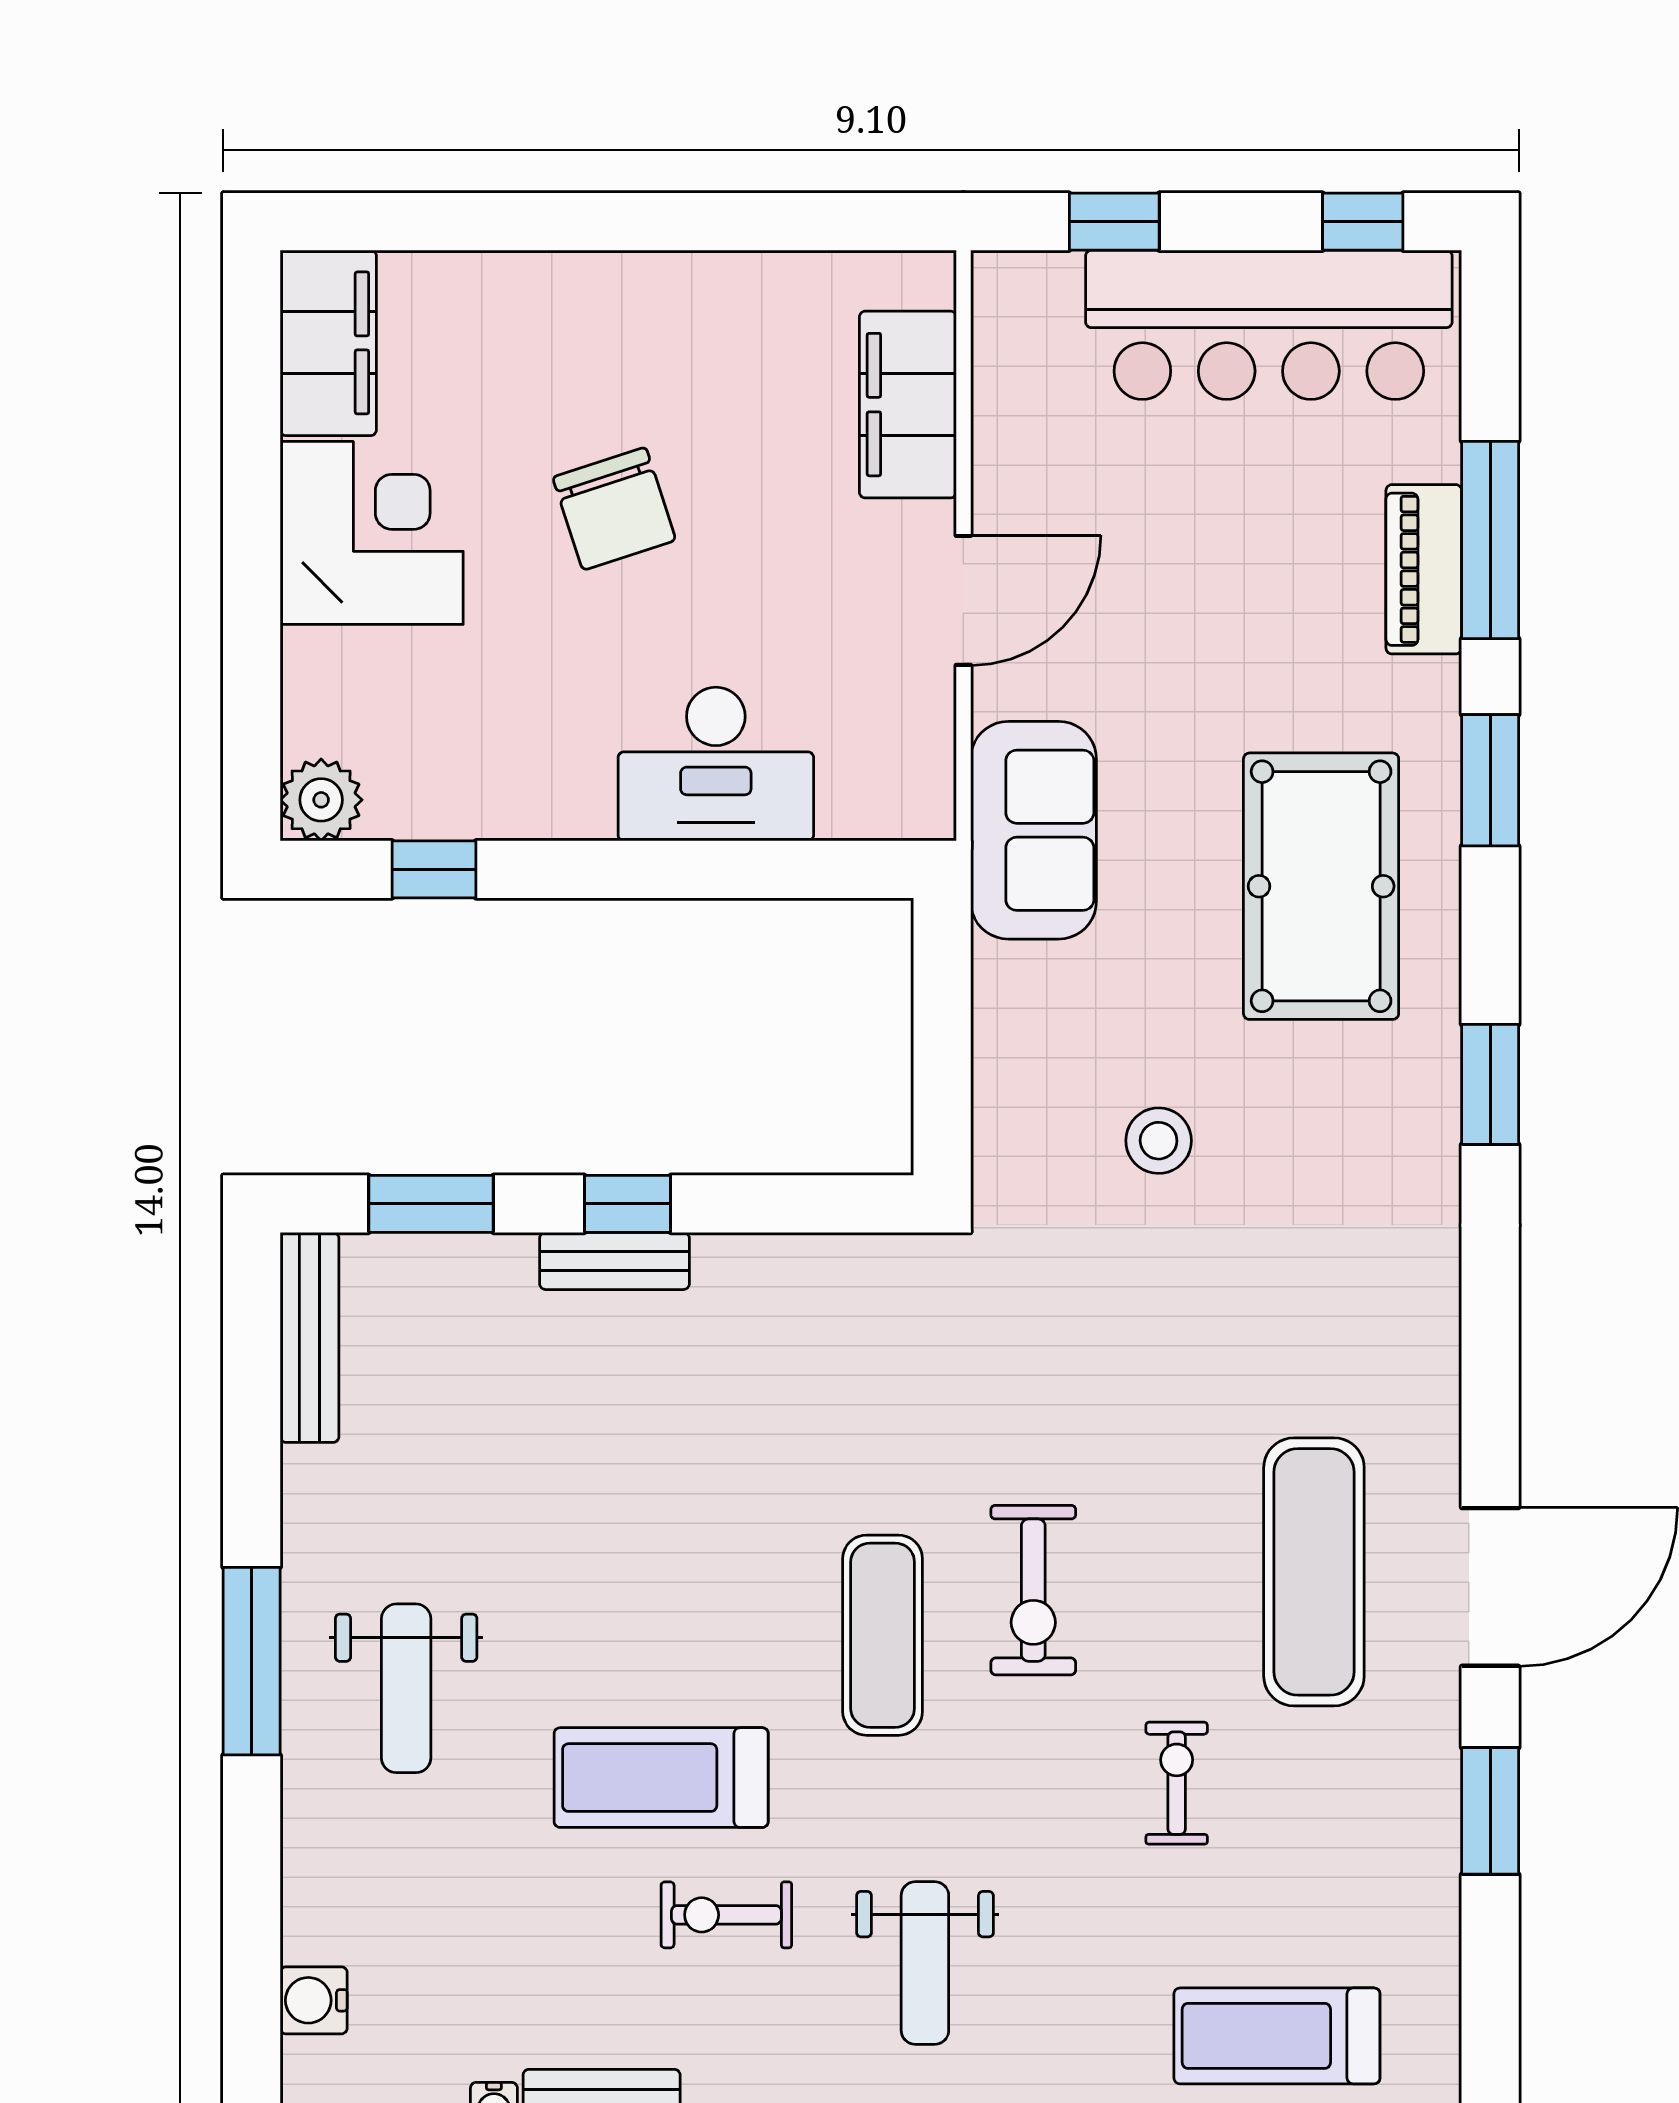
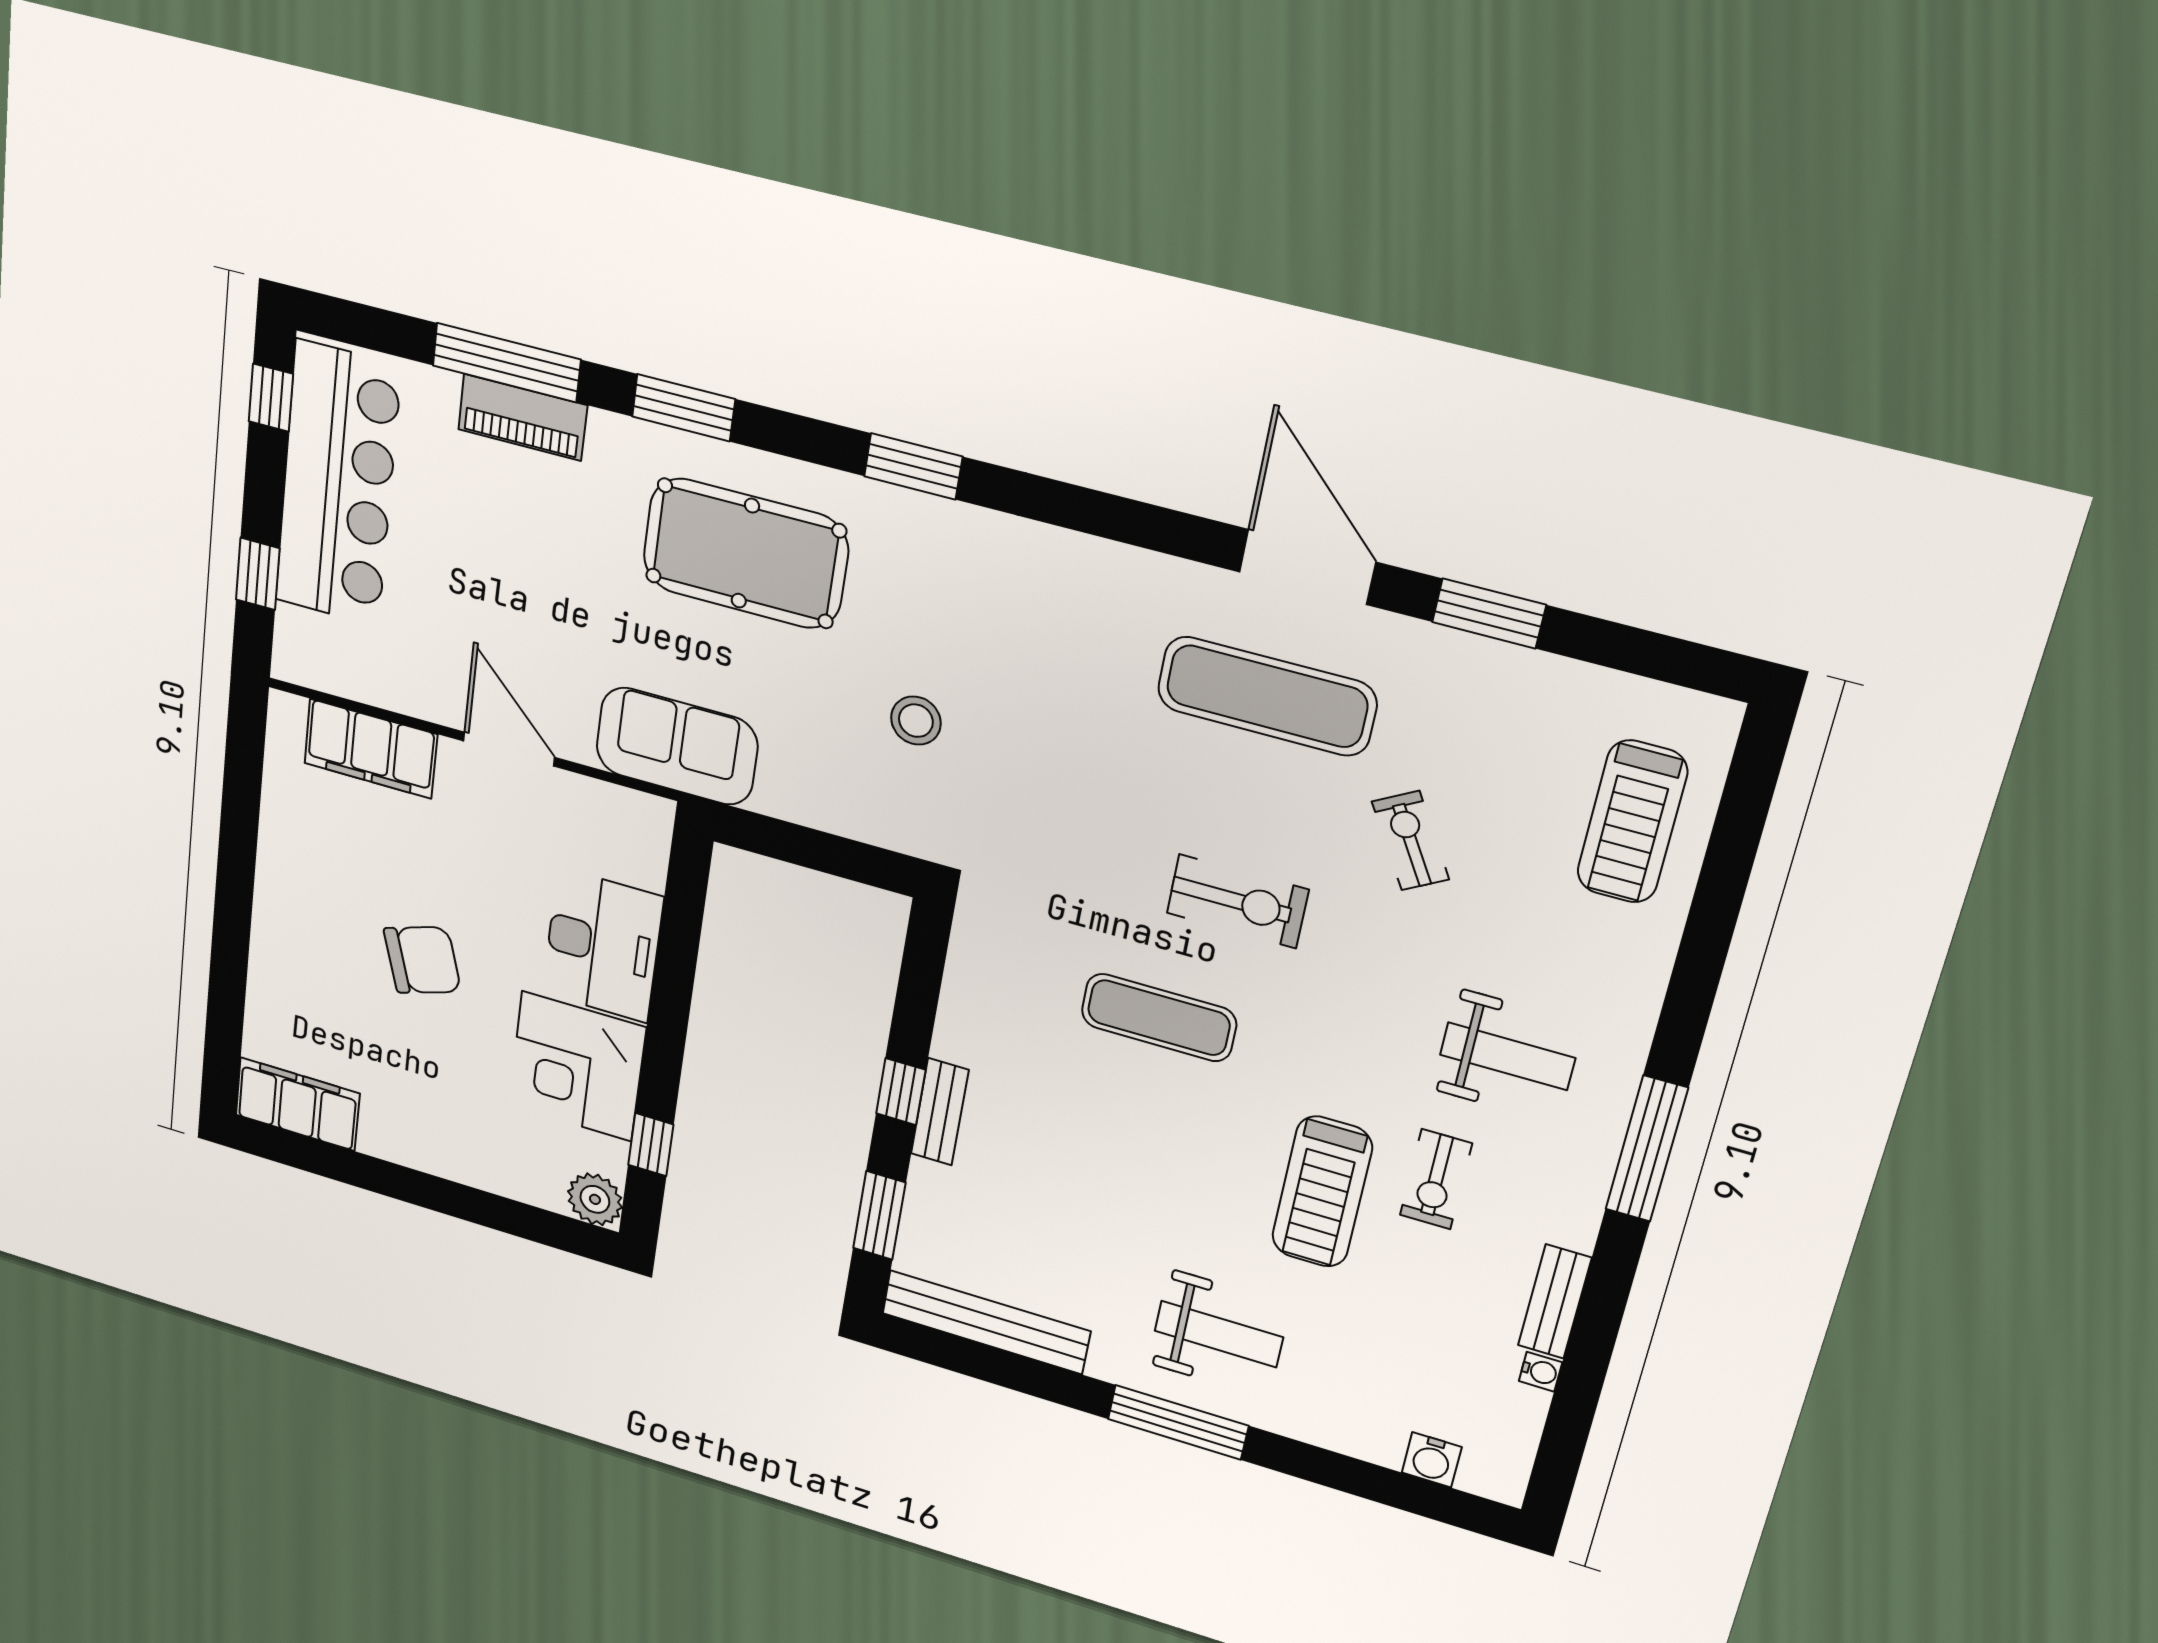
corner desk: (372, 533) -> (577, 1067), moved, turned -90
bench: (309, 1337) -> (986, 1322), width x1.37, depth x1.21
exercise mat: (883, 1635) -> (1159, 1018), moved
exercise bike: (1177, 1783) -> (1411, 841), turned 60

